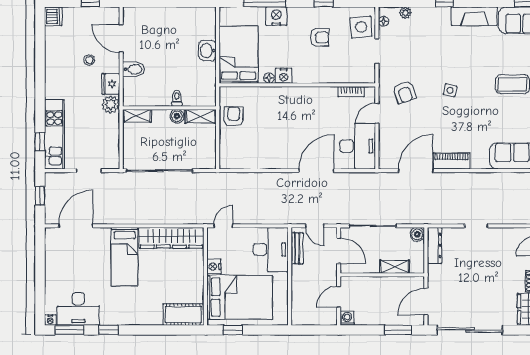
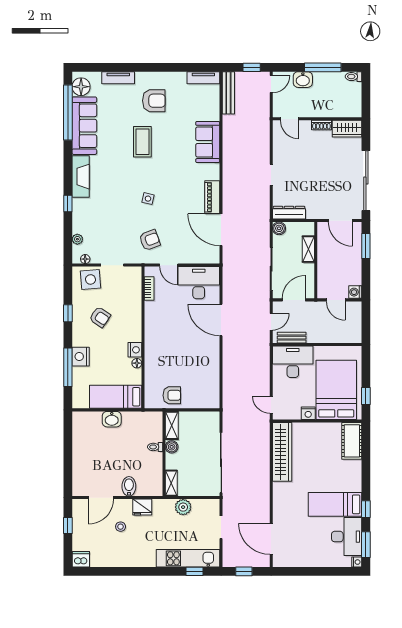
armchair: (320, 37) -> (100, 317), turned 124
bed: (238, 55) -> (116, 397), width x0.67
plant: (111, 104) -> (183, 507), moved
armchair: (234, 117) -> (172, 395), turned 180
bed: (125, 257) -> (335, 504), moved, turned 180

